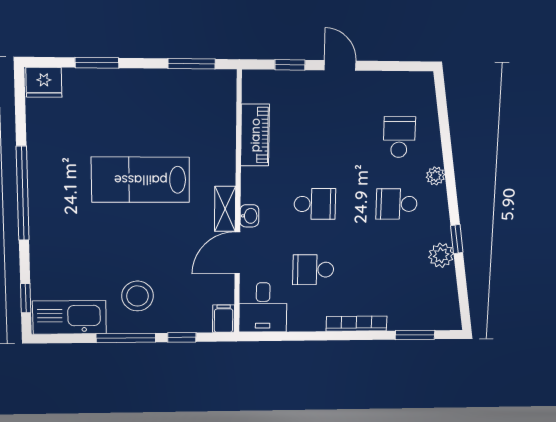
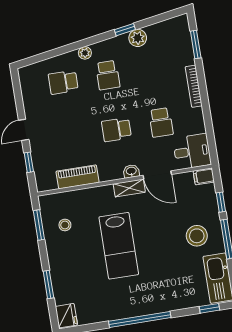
stool: (185, 104) -> (65, 225), added
school desk: (315, 204) -> (116, 130), turned -90

